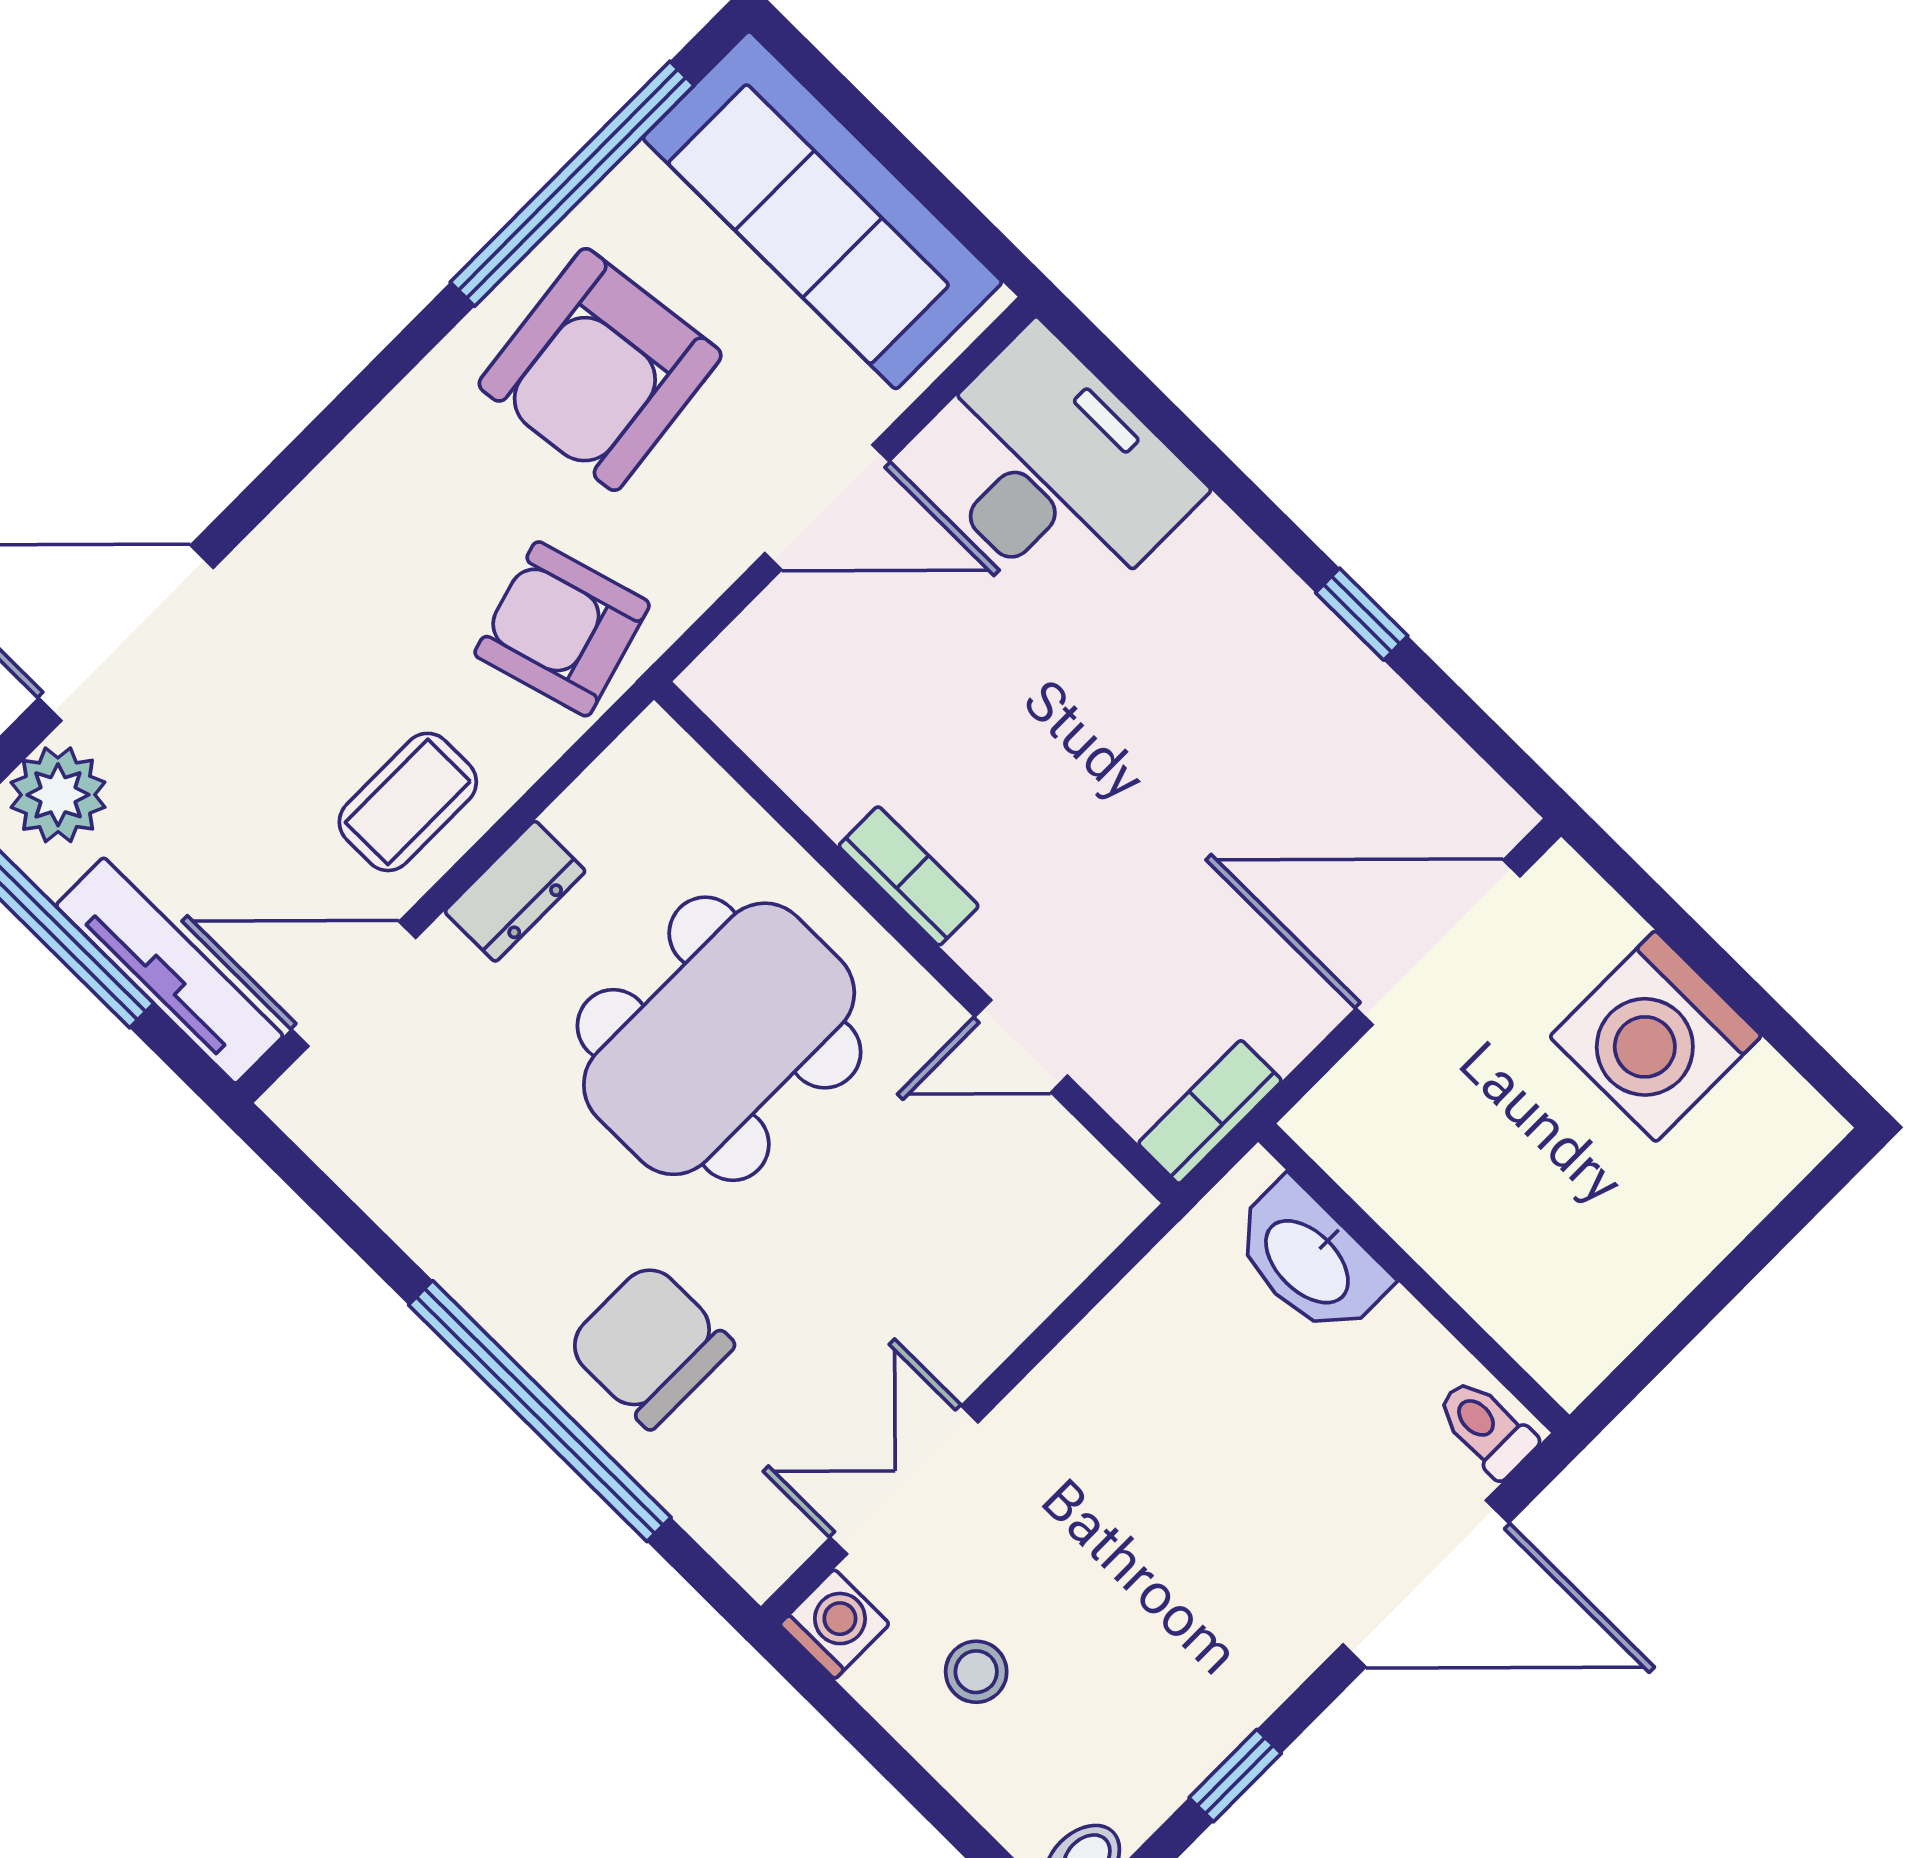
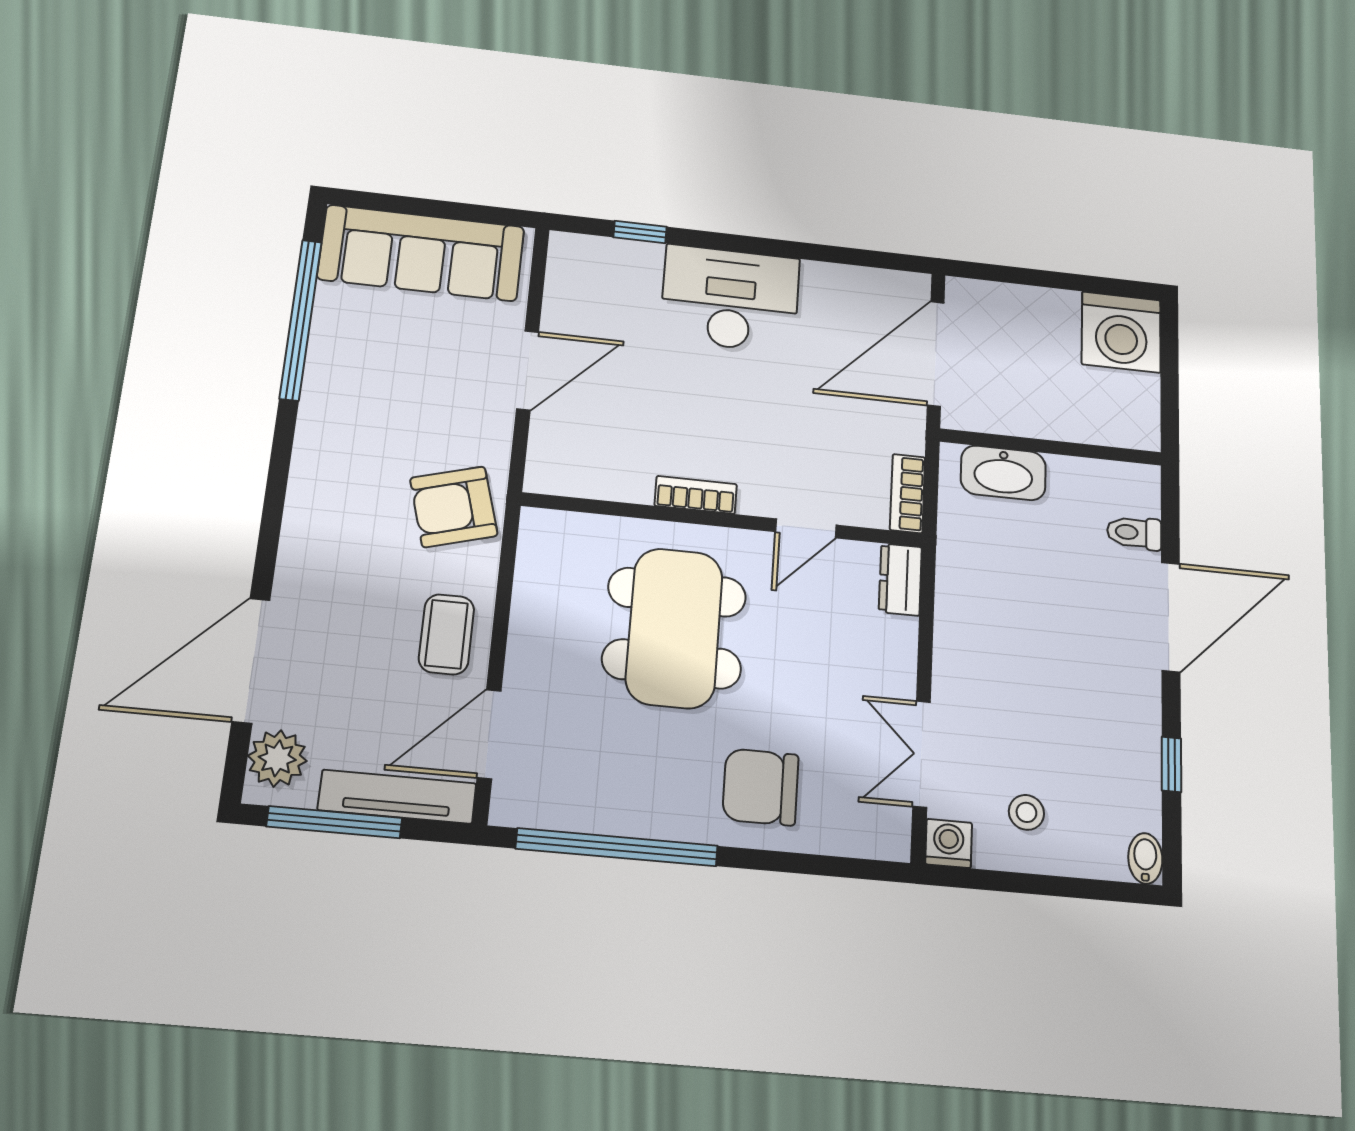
armchair: (600, 370) -> (378, 386), removed
desk: (1055, 472) -> (730, 299), moved
window: (1362, 614) -> (640, 232), moved
dresser: (515, 891) -> (900, 579), moved, turned 180
washing machine: (1655, 1036) -> (1121, 332), moved
washbasin: (1309, 1260) -> (1003, 473), moved
wall: (1414, 1278) -> (1051, 447), moved
window: (540, 1411) -> (617, 847), moved

